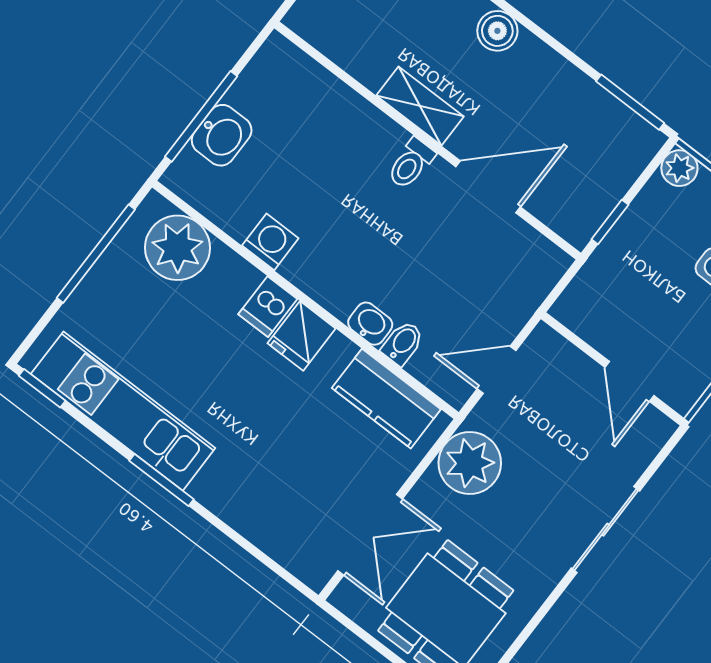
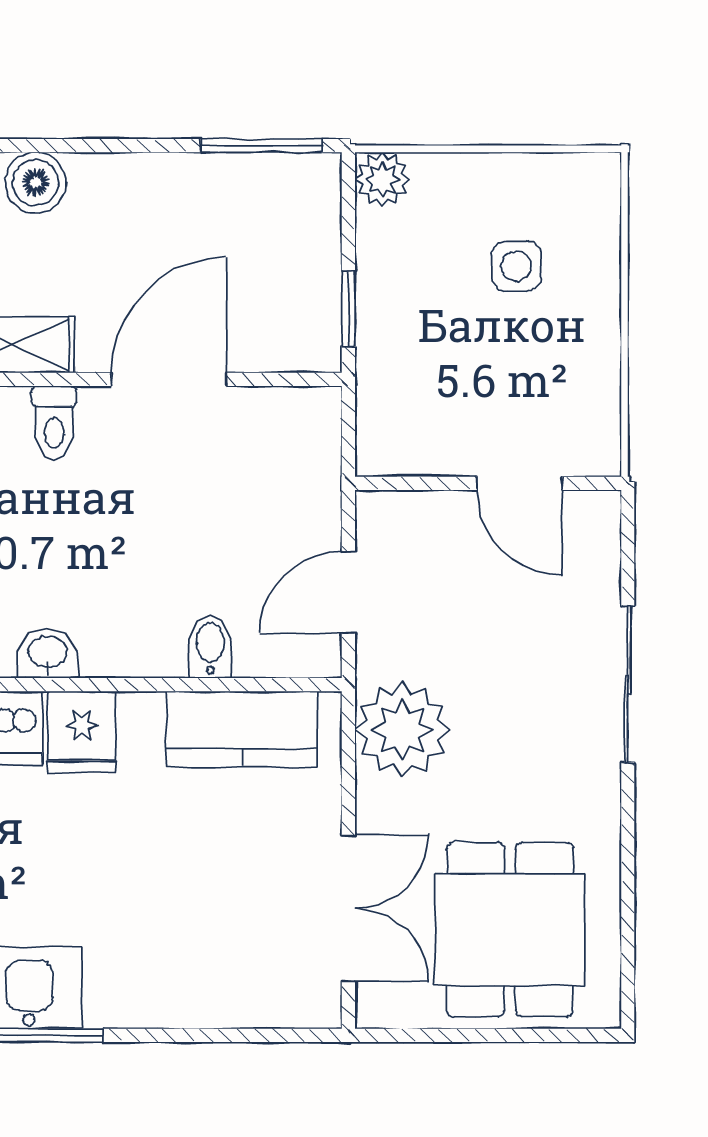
washbasin: (370, 324) -> (48, 653), moved

